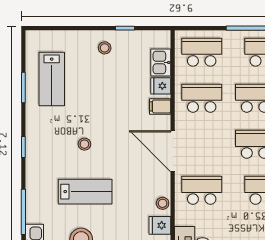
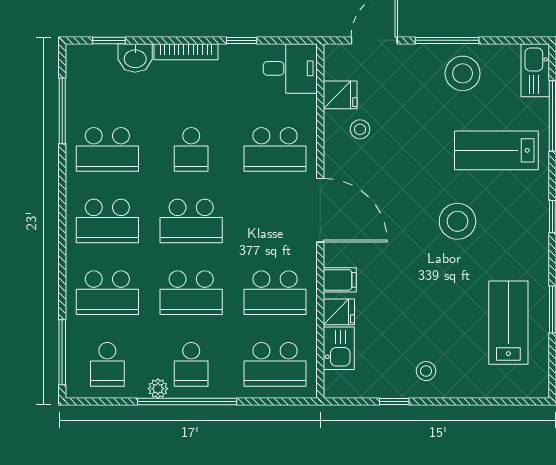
stool: (84, 144) -> (457, 221), width x1.89, depth x1.89
lab bench: (85, 192) -> (496, 150), moved
stool: (163, 203) -> (360, 129), moved

